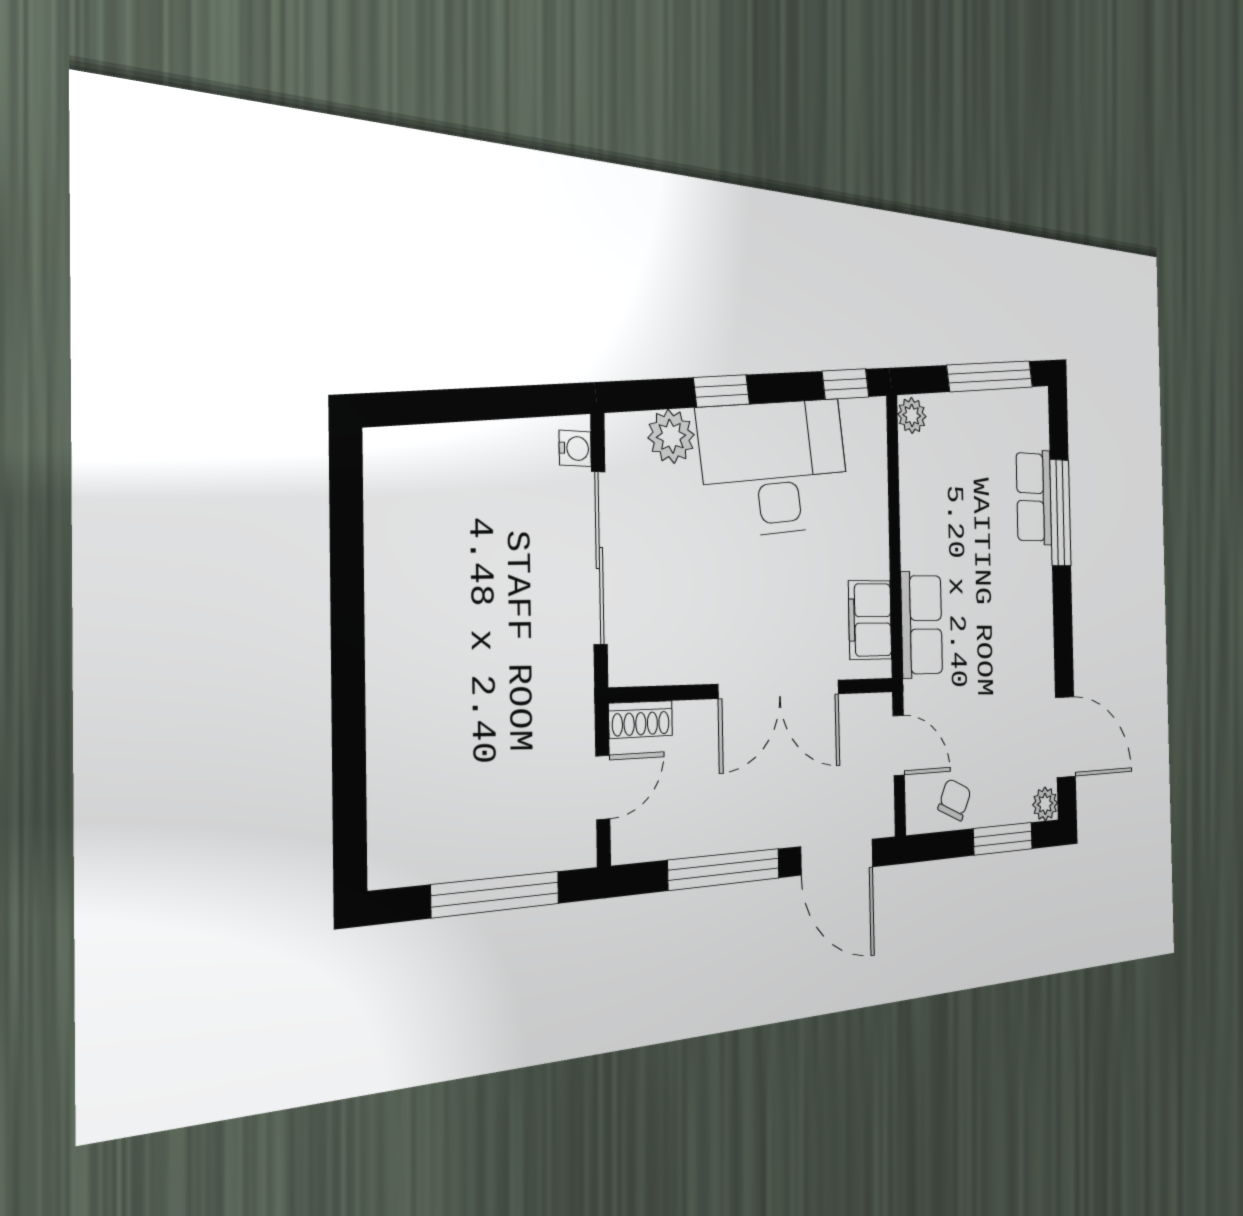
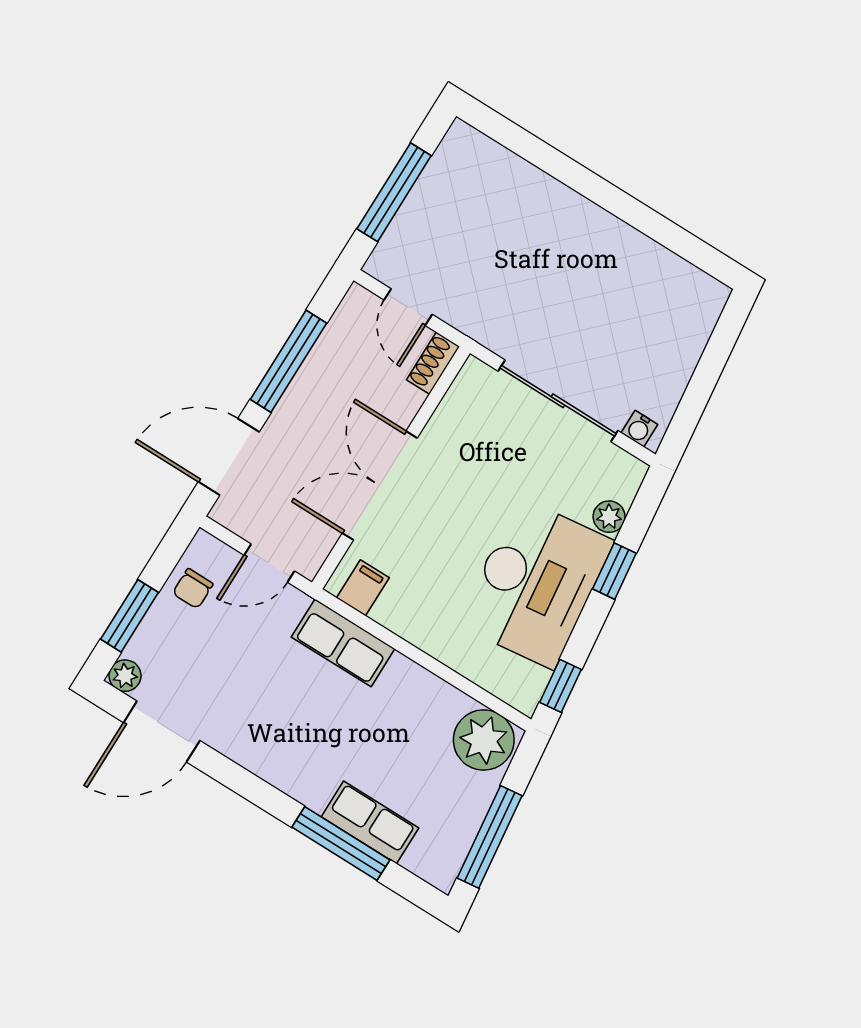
plant: (912, 415) -> (484, 740), width x1.88, depth x1.88
plant: (671, 436) -> (609, 517), width x0.73, depth x0.73
filing cabinet: (870, 620) -> (363, 588), width x0.50
chair: (955, 800) -> (193, 589), turned 65

